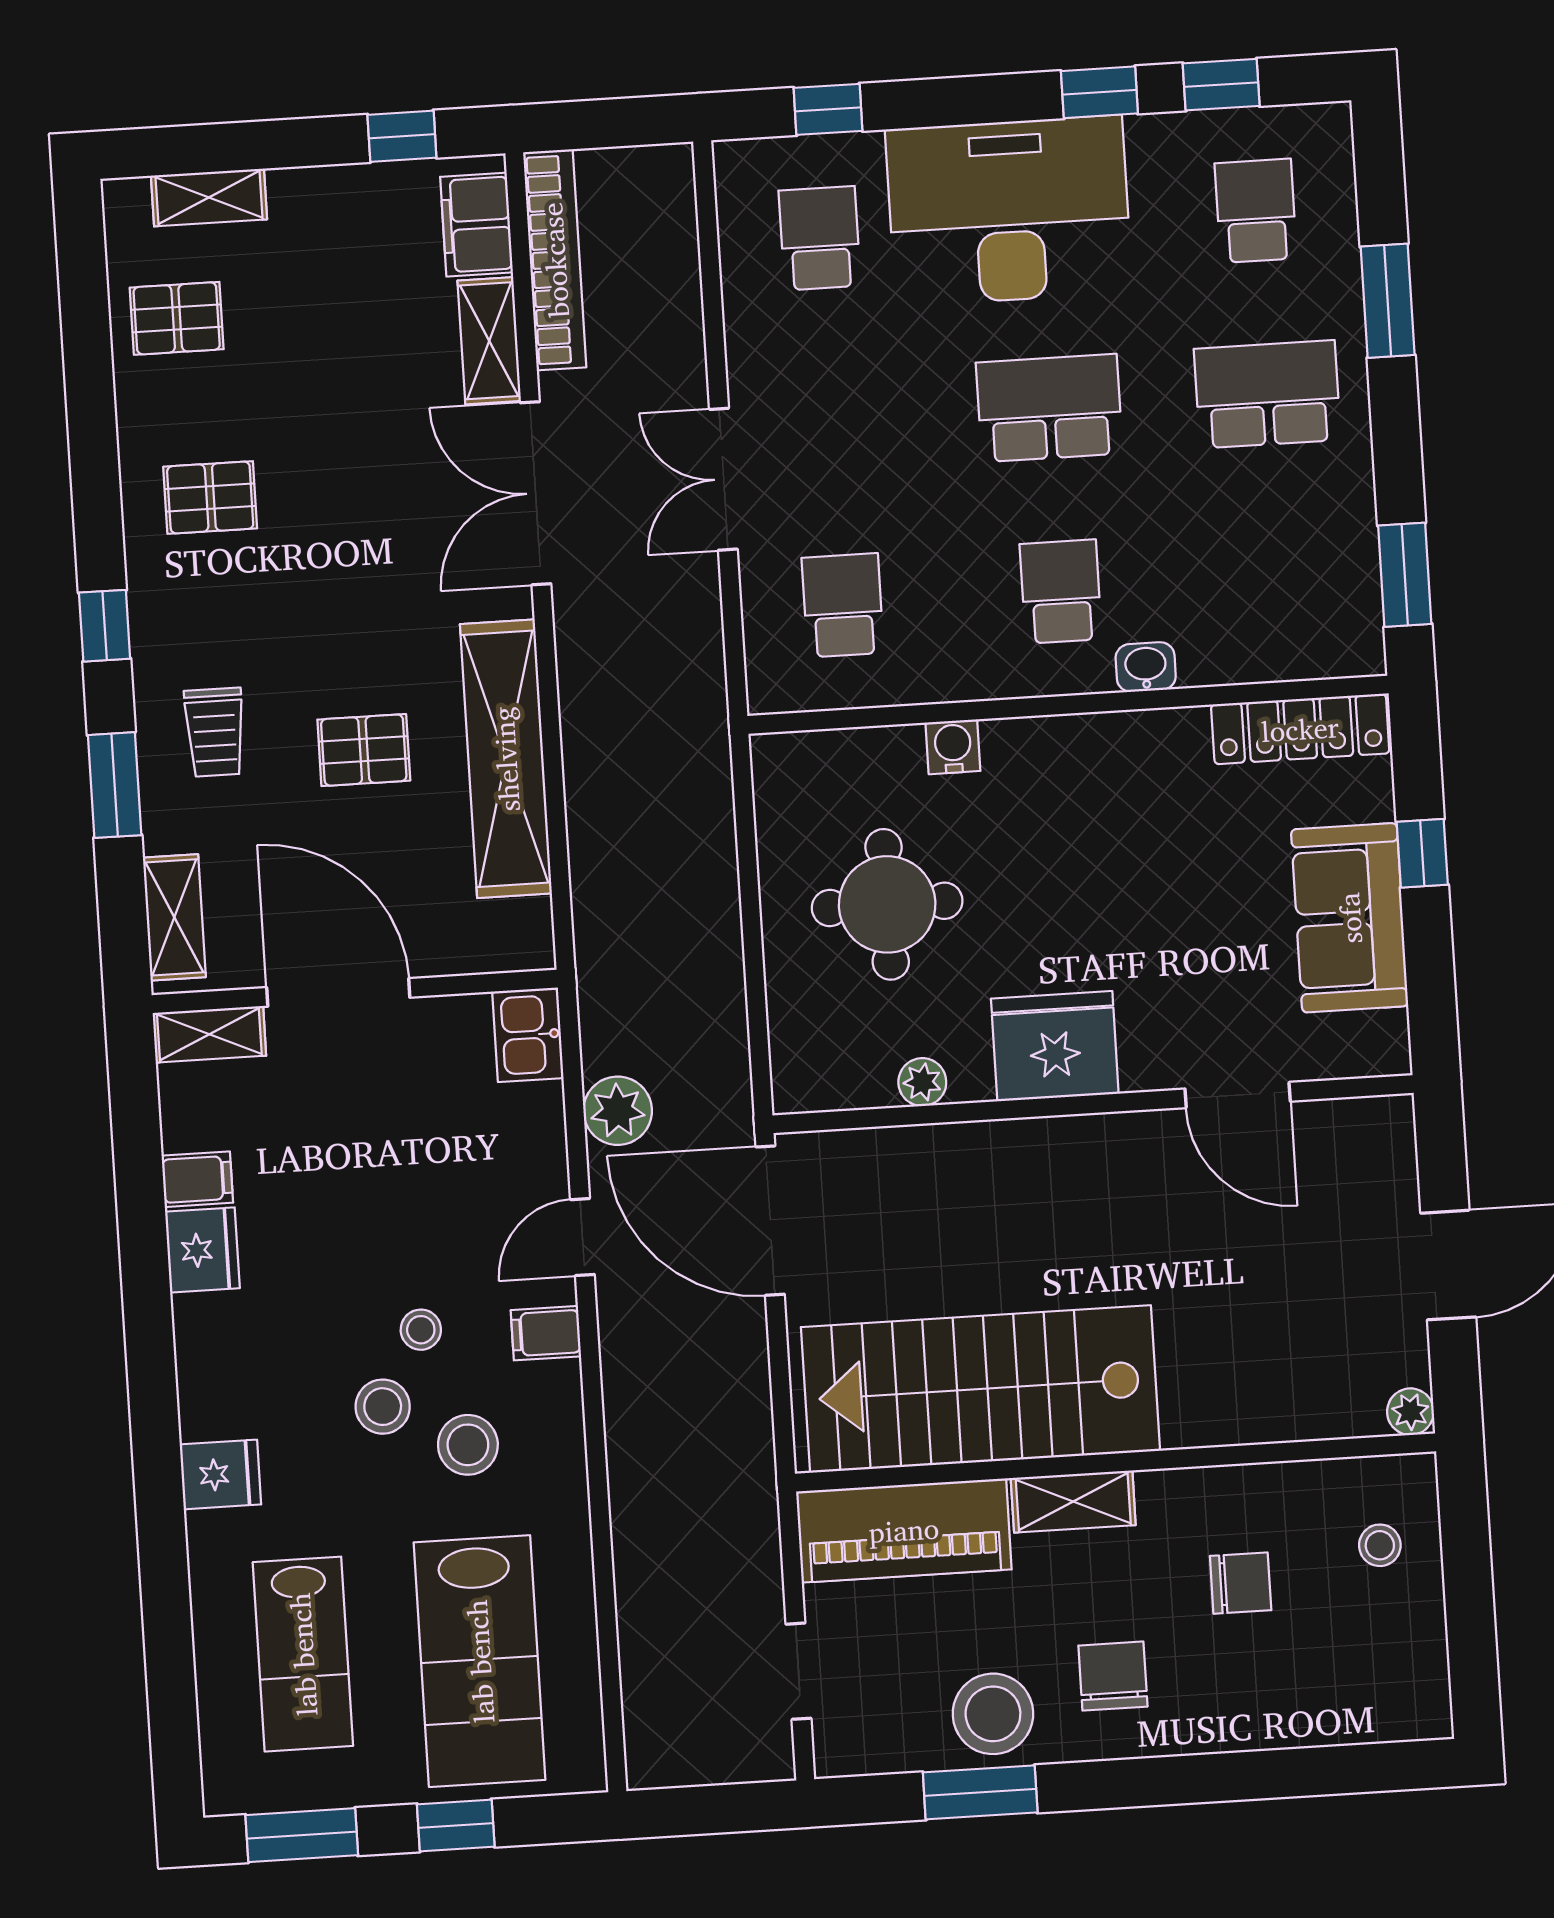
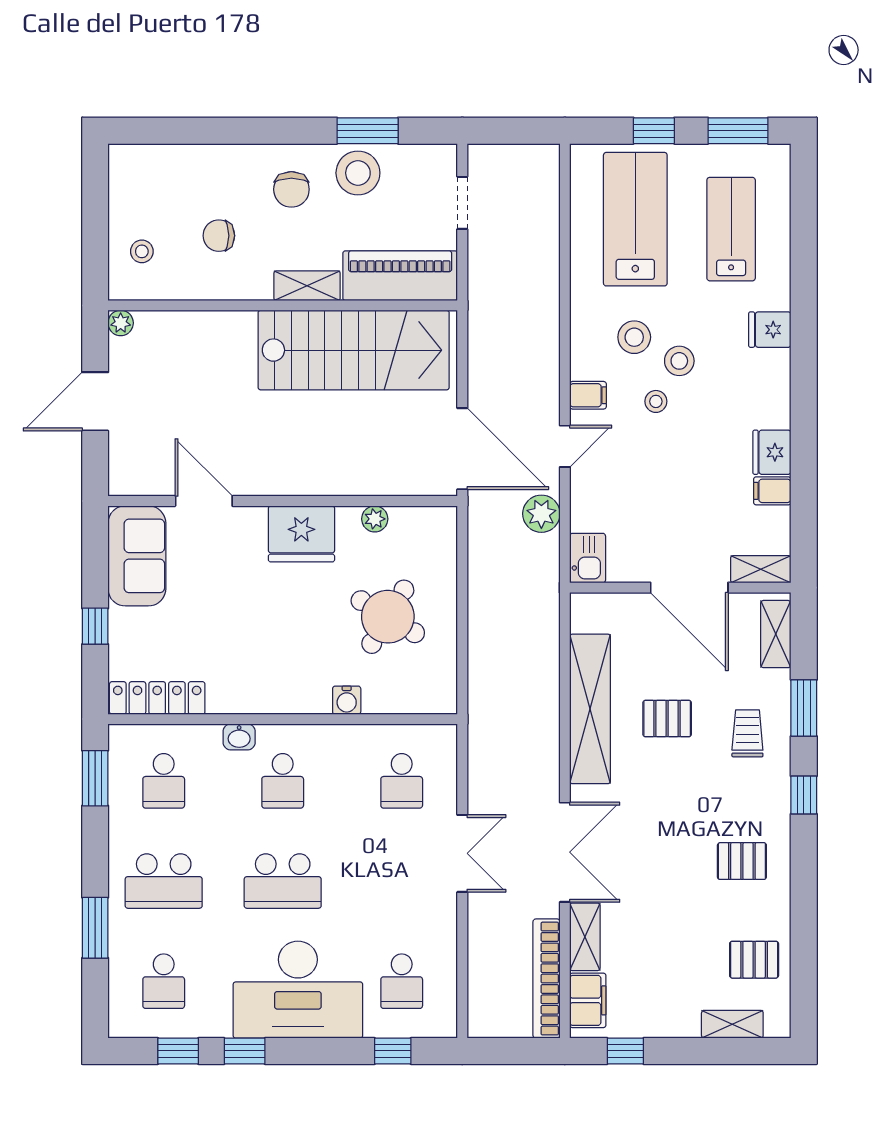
school desk: (1279, 578) -> (164, 781), added
round table: (887, 904) -> (388, 617), turned 31
sofa: (1350, 918) -> (137, 556), moved

